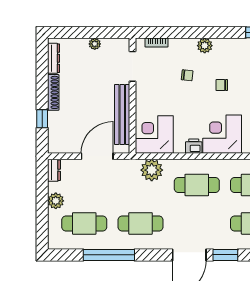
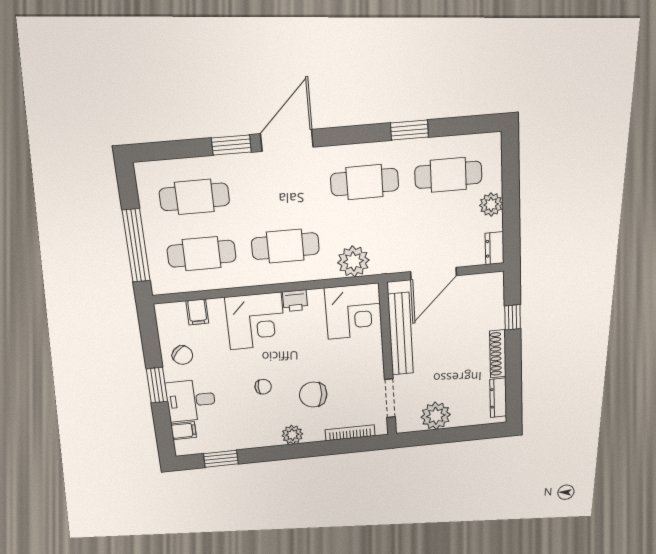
bookcase: (157, 43) -> (350, 433), width x1.56
plant: (95, 44) -> (436, 416), width x1.87, depth x1.87
chair: (187, 75) -> (313, 395), width x1.87, depth x1.87
window: (109, 255) -> (409, 130), width x0.47

